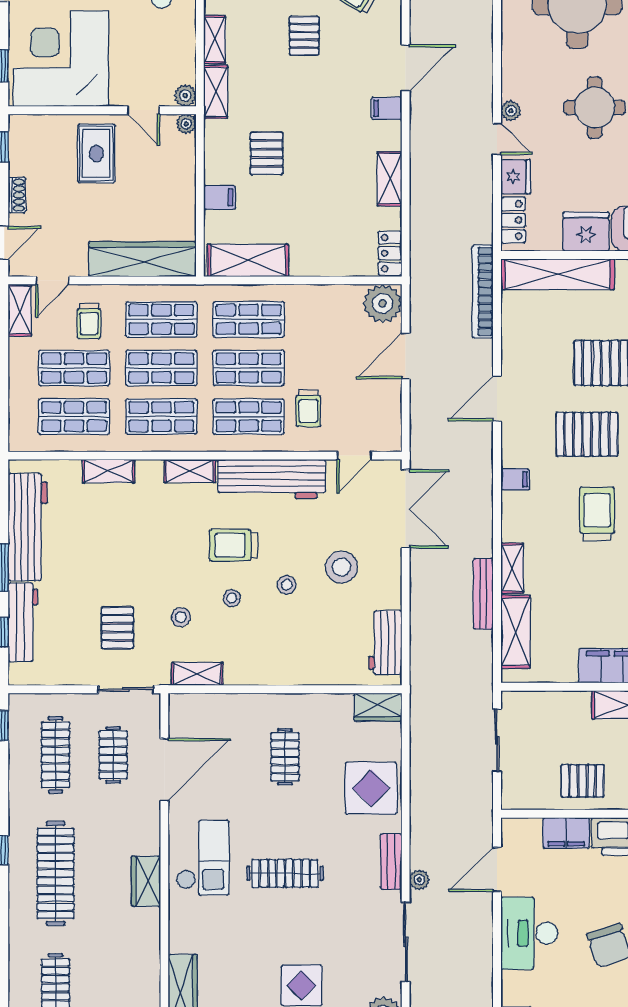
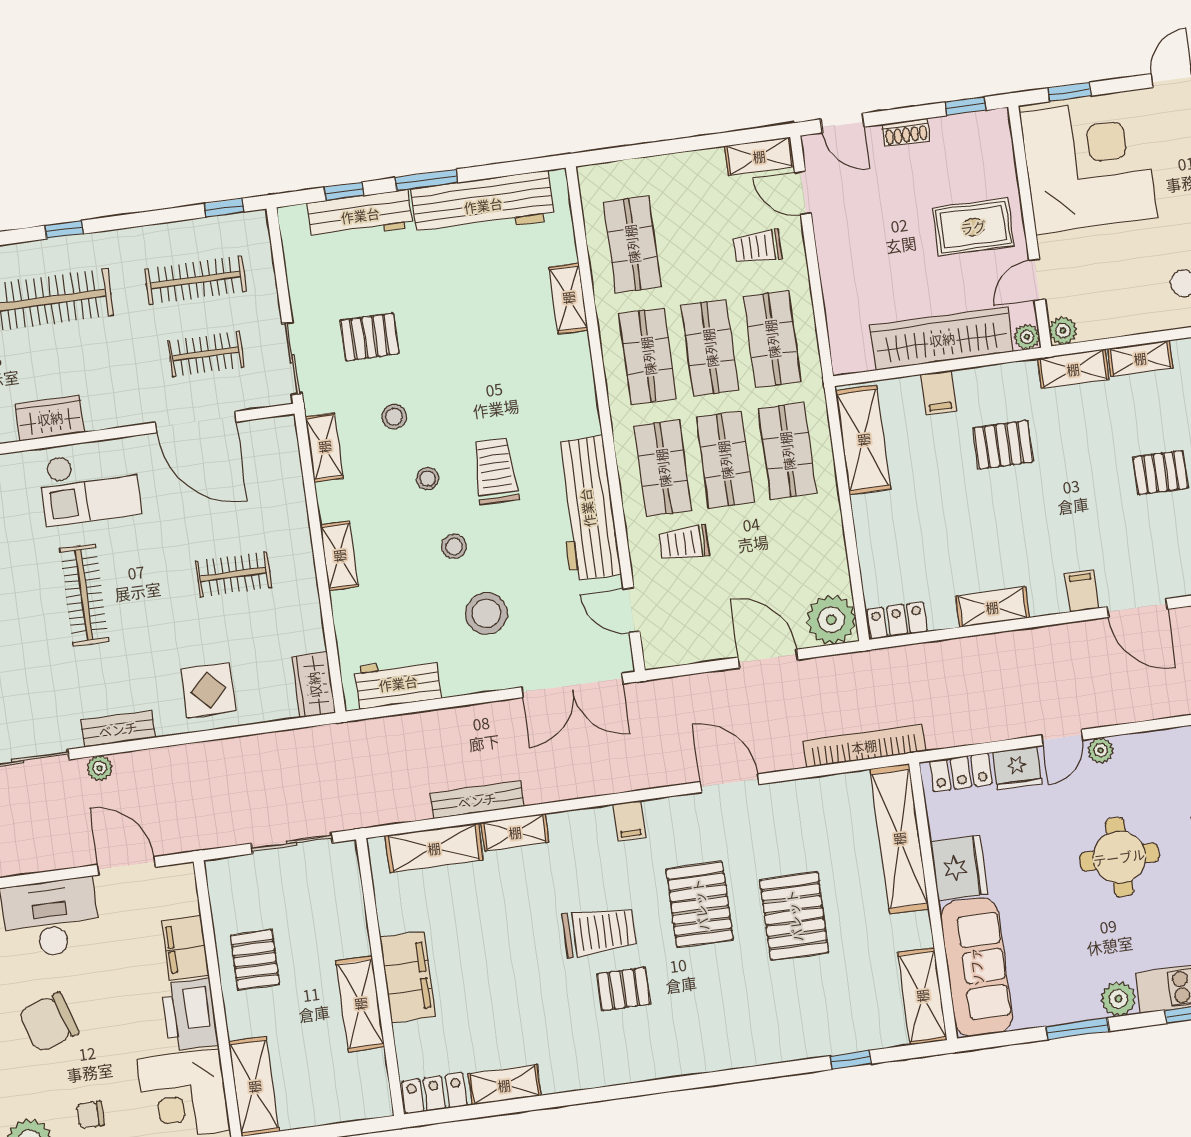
wardrobe: (142, 259) -> (942, 339), moved, turned -90
shop shelf: (74, 368) -> (695, 236), removed
shelving: (190, 471) -> (339, 556), moved
display table: (371, 788) -> (208, 690), width x0.73, depth x0.73

